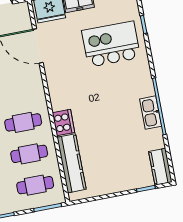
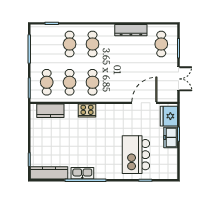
kitchen island: (111, 44) -> (136, 155), turned 180
kitchen counter: (72, 163) -> (50, 111), width x0.67
kitchen counter: (160, 167) -> (49, 173), width x1.50

